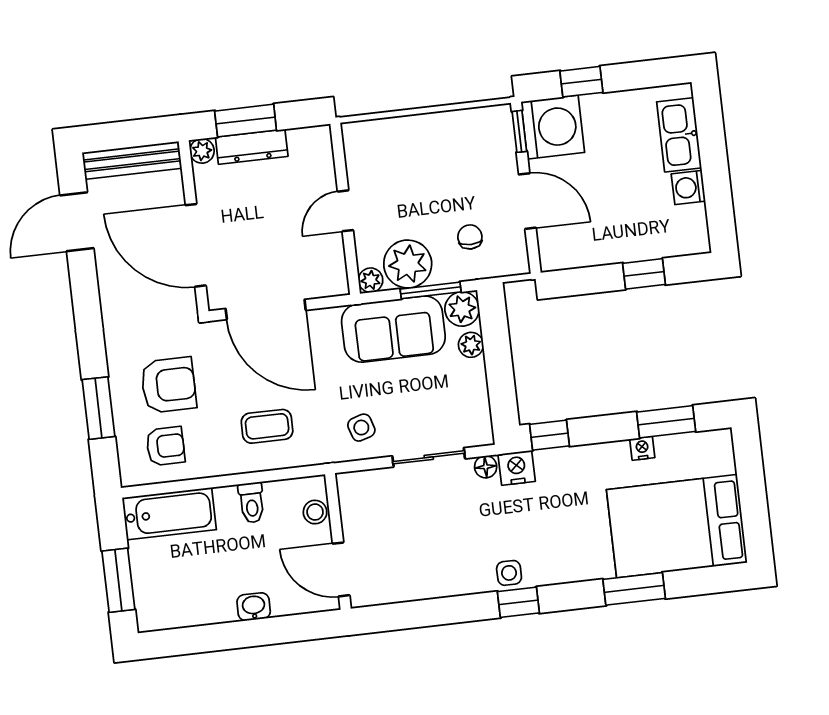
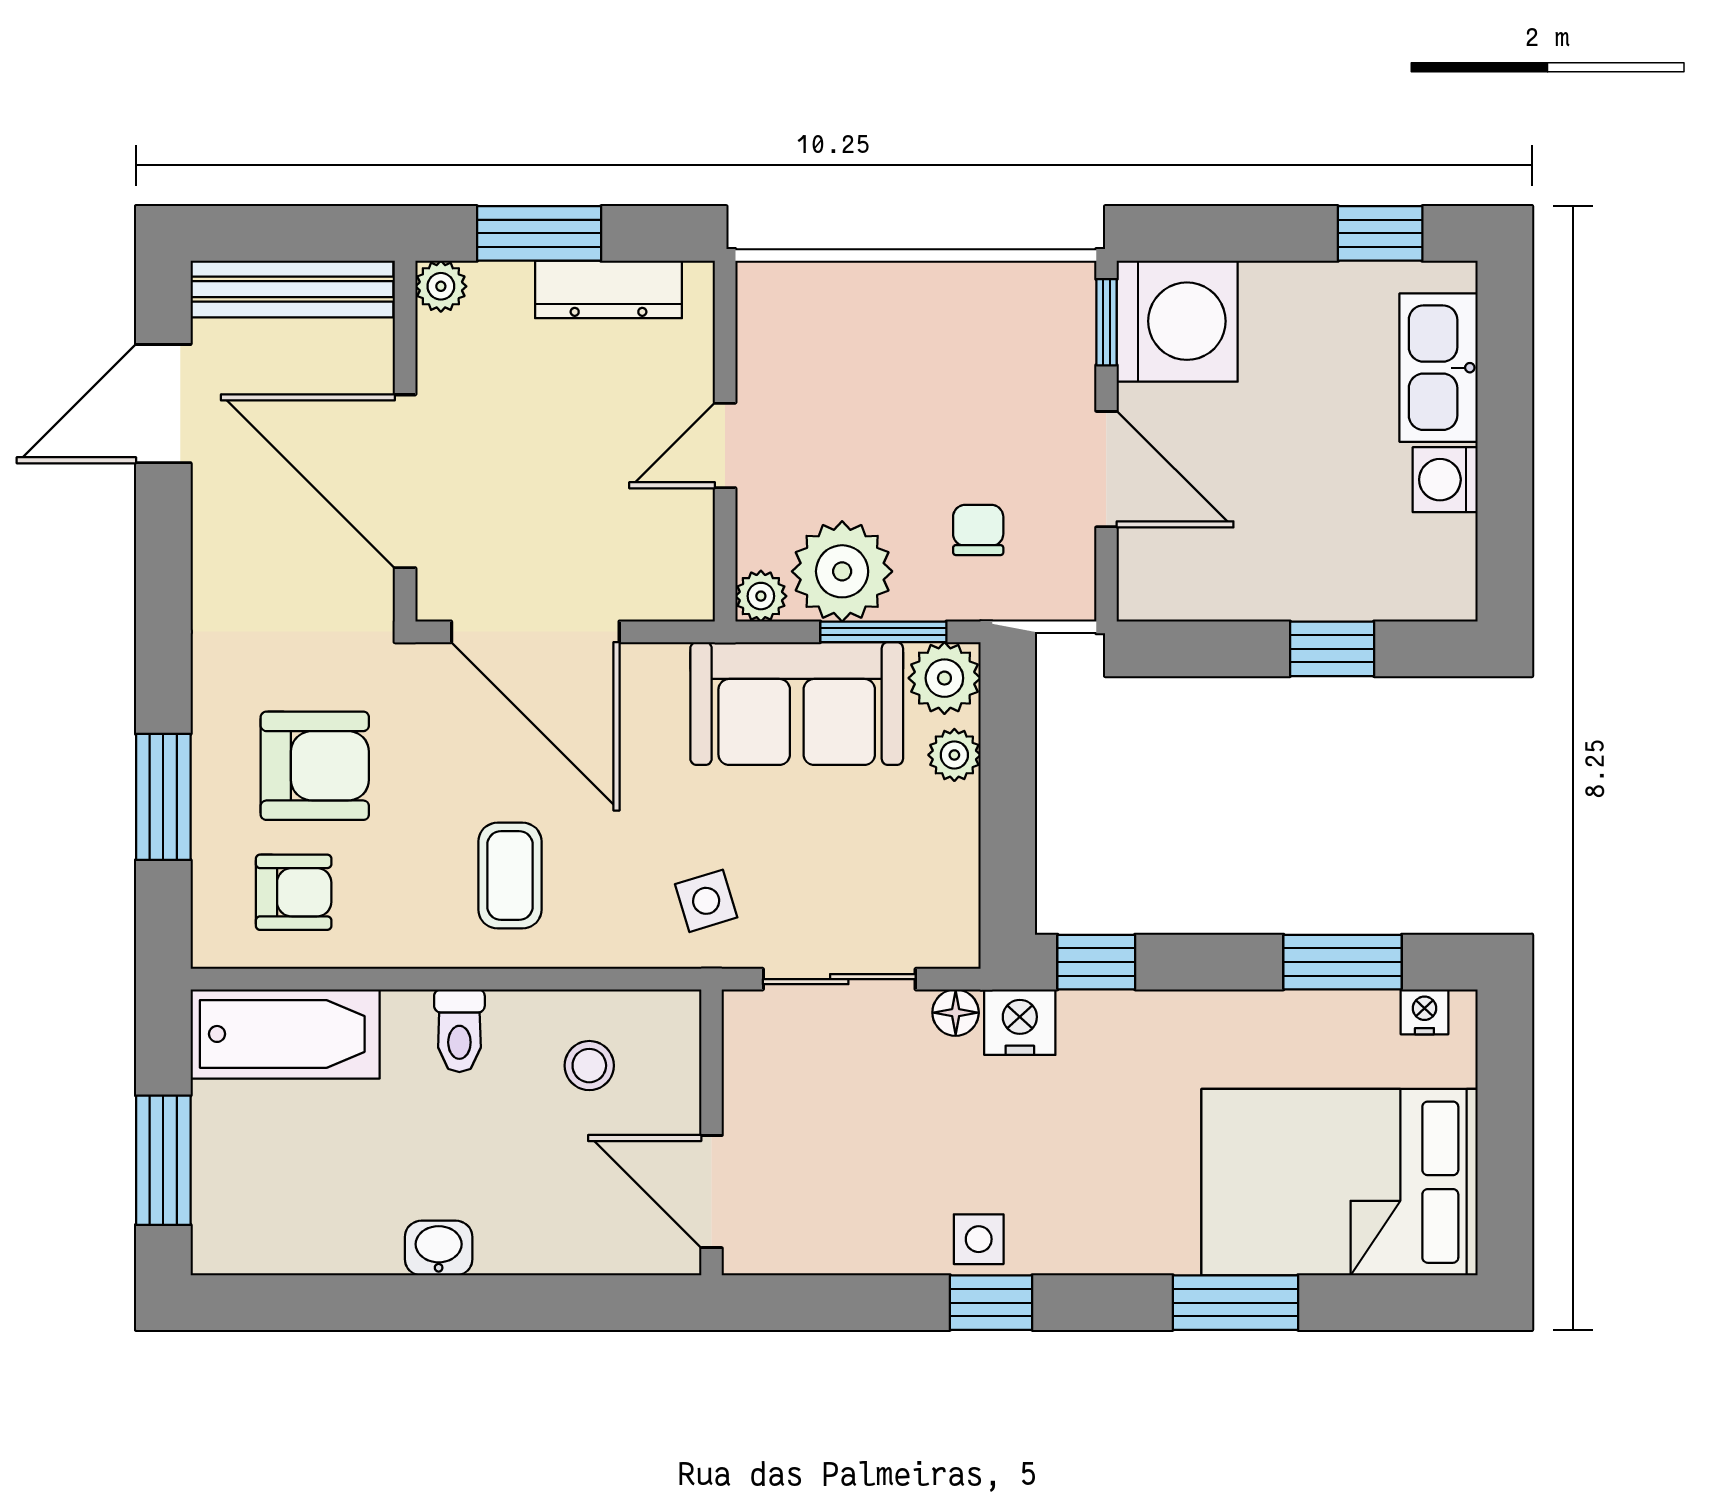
window: (581, 82) -> (1380, 233), moved
dresser: (252, 147) -> (608, 289), moved
coffee table: (267, 426) -> (510, 876), turned 90
nightstand: (642, 448) -> (1424, 1012), moved
wall: (338, 541) -> (712, 1132), moved
door: (341, 569) -> (712, 1192), moved

